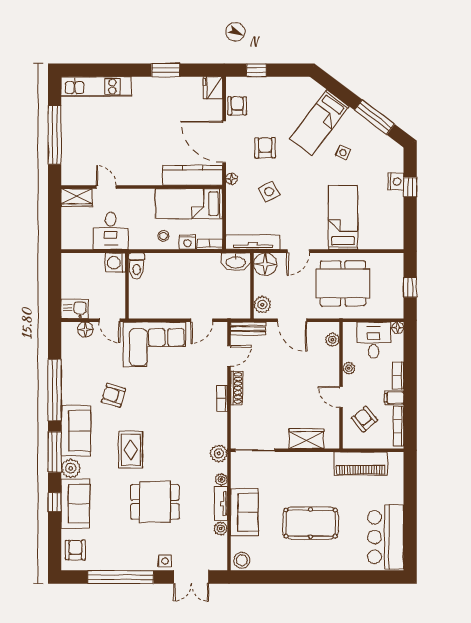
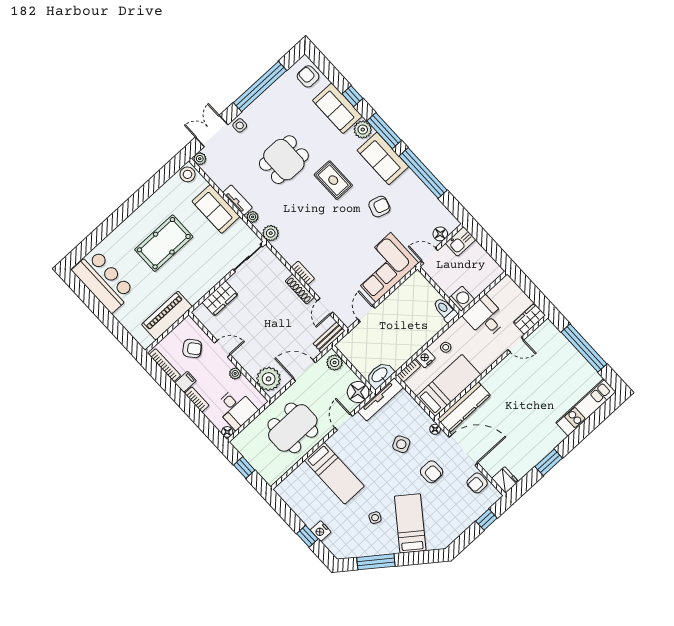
armchair: (237, 106) -> (477, 483), turned 90
plant: (332, 340) -> (269, 379), width x1.88, depth x1.88
plant: (221, 529) -> (200, 159), moved
armchair: (75, 550) -> (308, 76), turned 180

